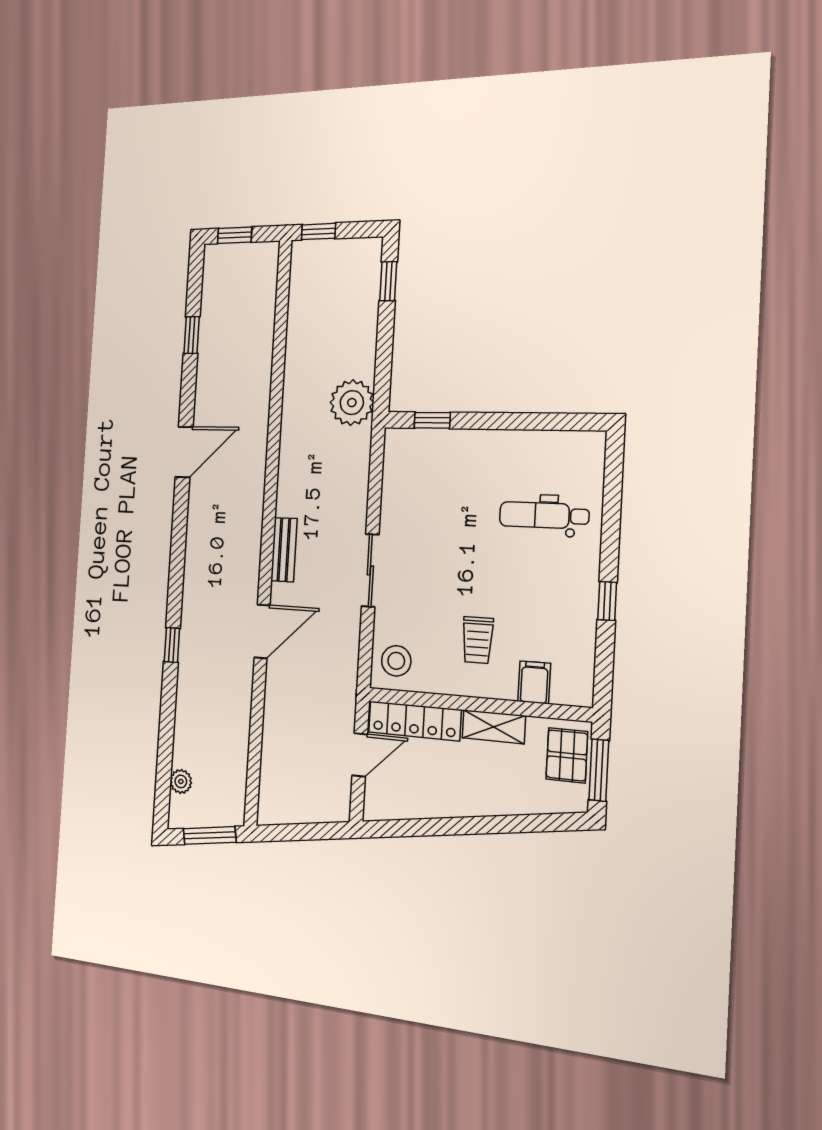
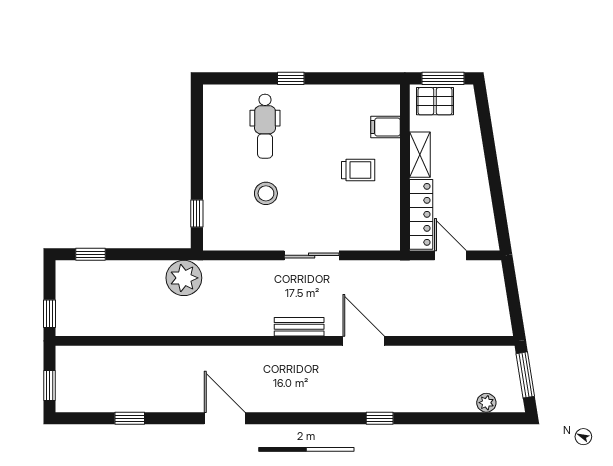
window: (607, 601) -> (291, 78), moved
stool: (396, 661) -> (266, 193), moved

